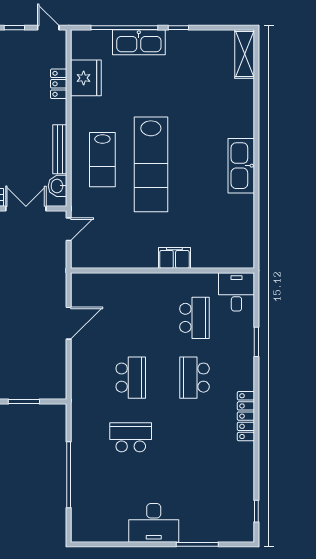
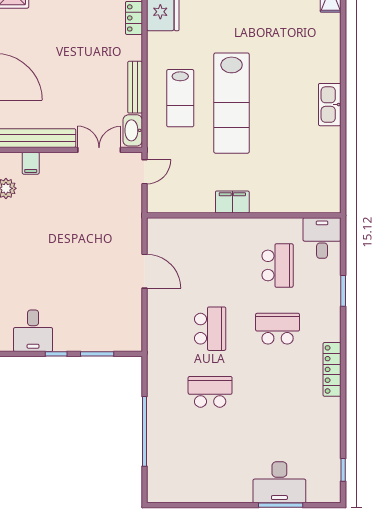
kitchen sink: (241, 166) -> (330, 105), width x0.73, depth x0.81
washbasin: (58, 186) -> (133, 130), width x1.38
filing cabinet: (174, 258) -> (232, 202), moved
door: (69, 323) -> (145, 271), hinge flipped
school desk: (194, 378) -> (278, 329), turned 90
desk: (154, 523) -> (279, 482), moved

